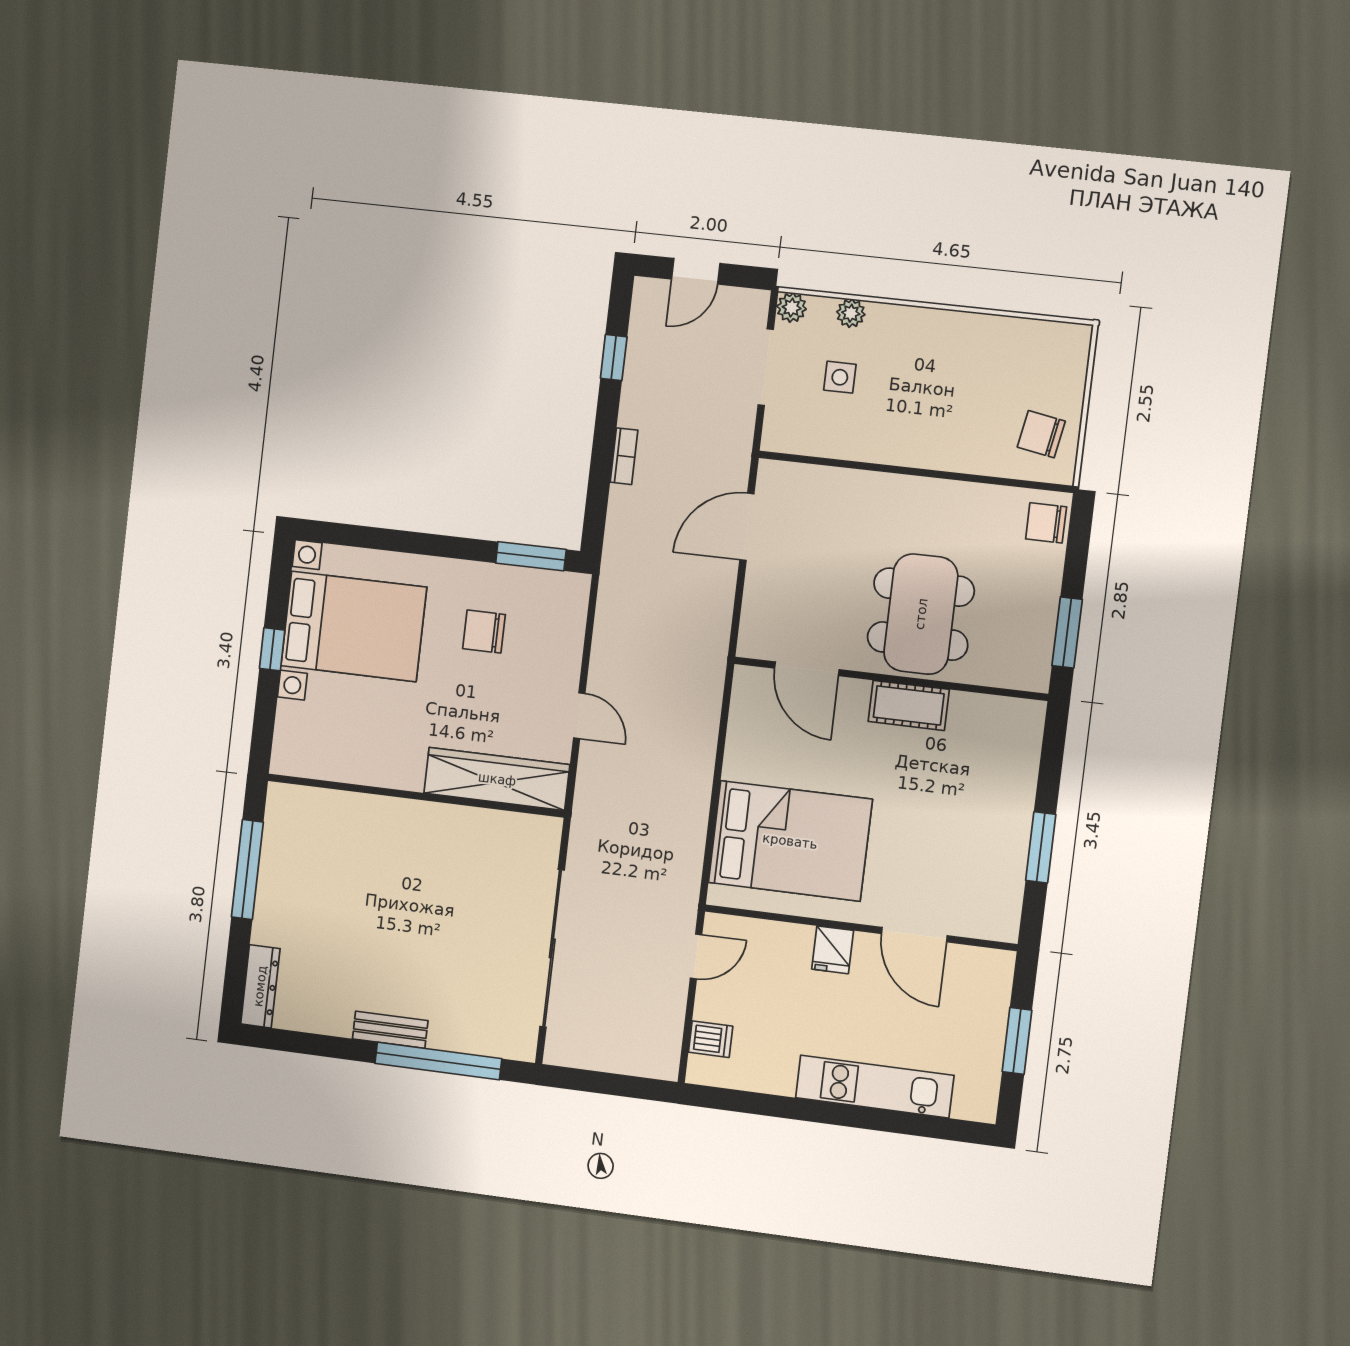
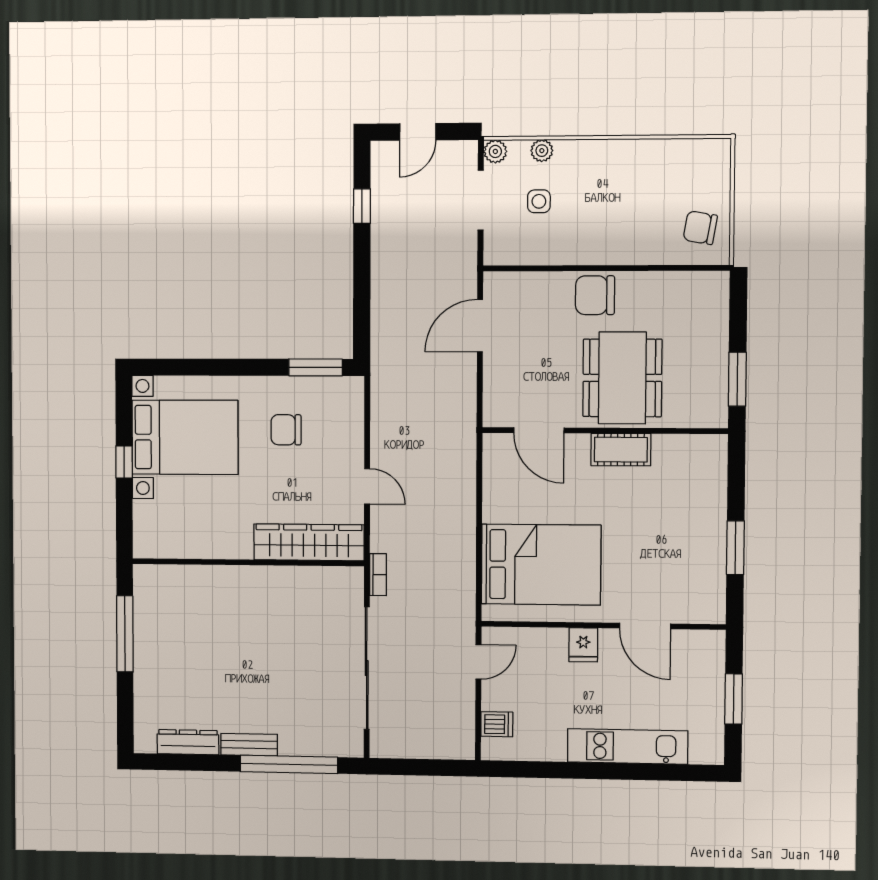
bookcase: (624, 456) -> (378, 575), moved
chair: (1046, 523) -> (595, 295), moved, width x1.37, depth x1.37
dresser: (260, 986) -> (188, 742), moved, turned -90

